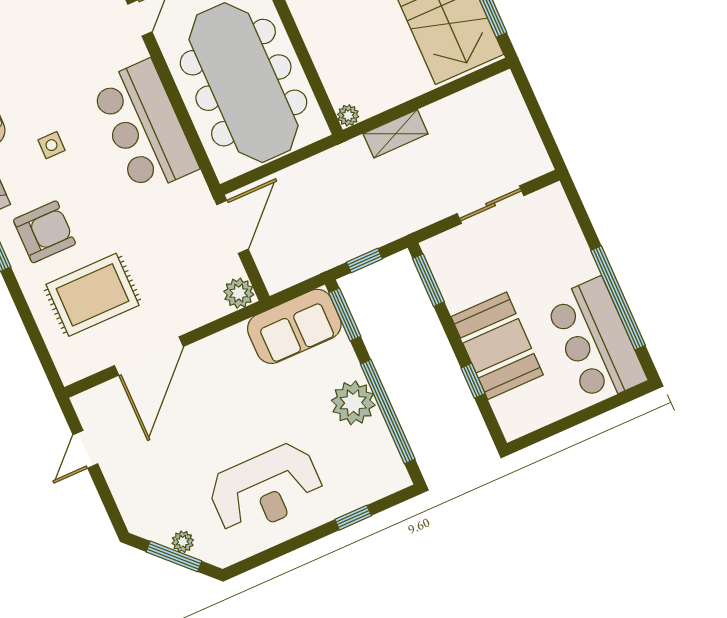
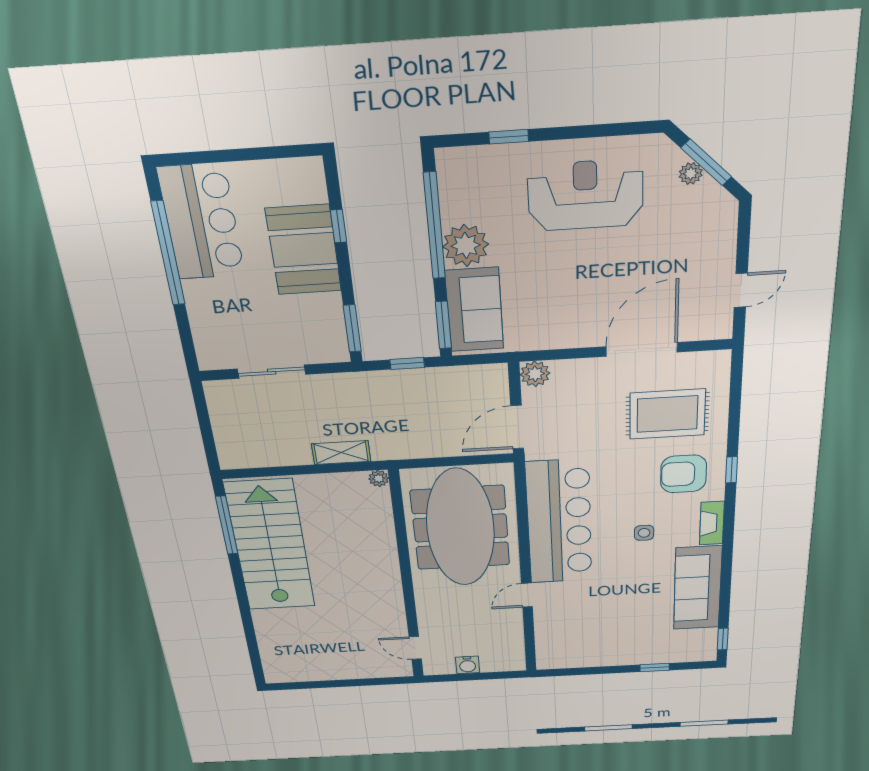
bar counter: (145, 127) -> (559, 522), width x1.36
sofa: (294, 326) -> (475, 310), moved, turned 90

